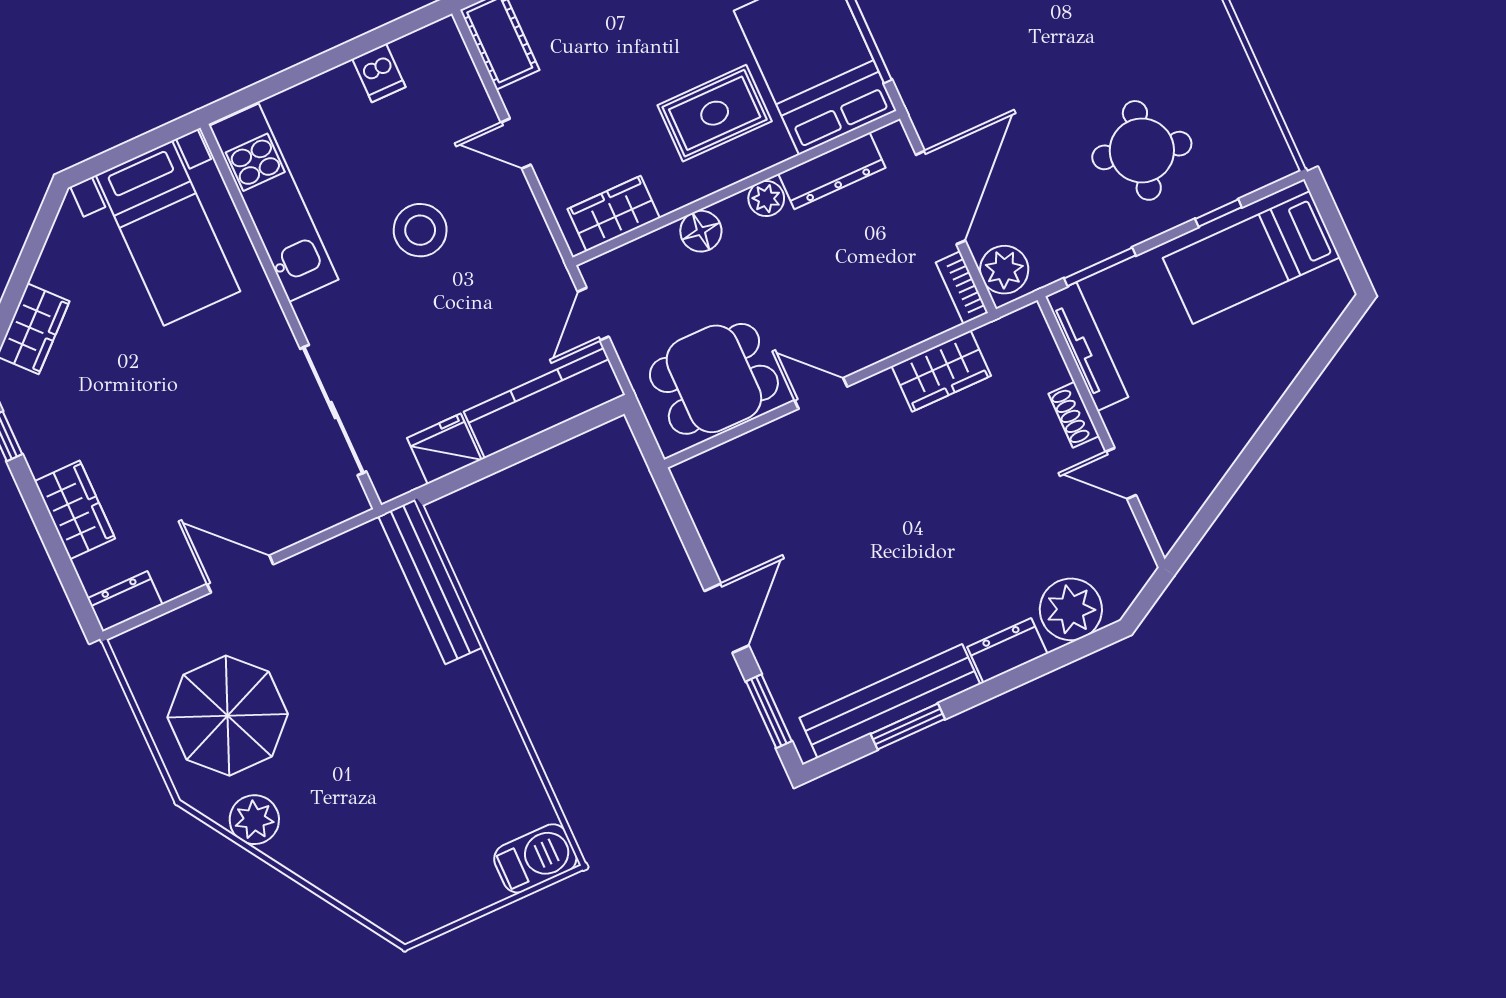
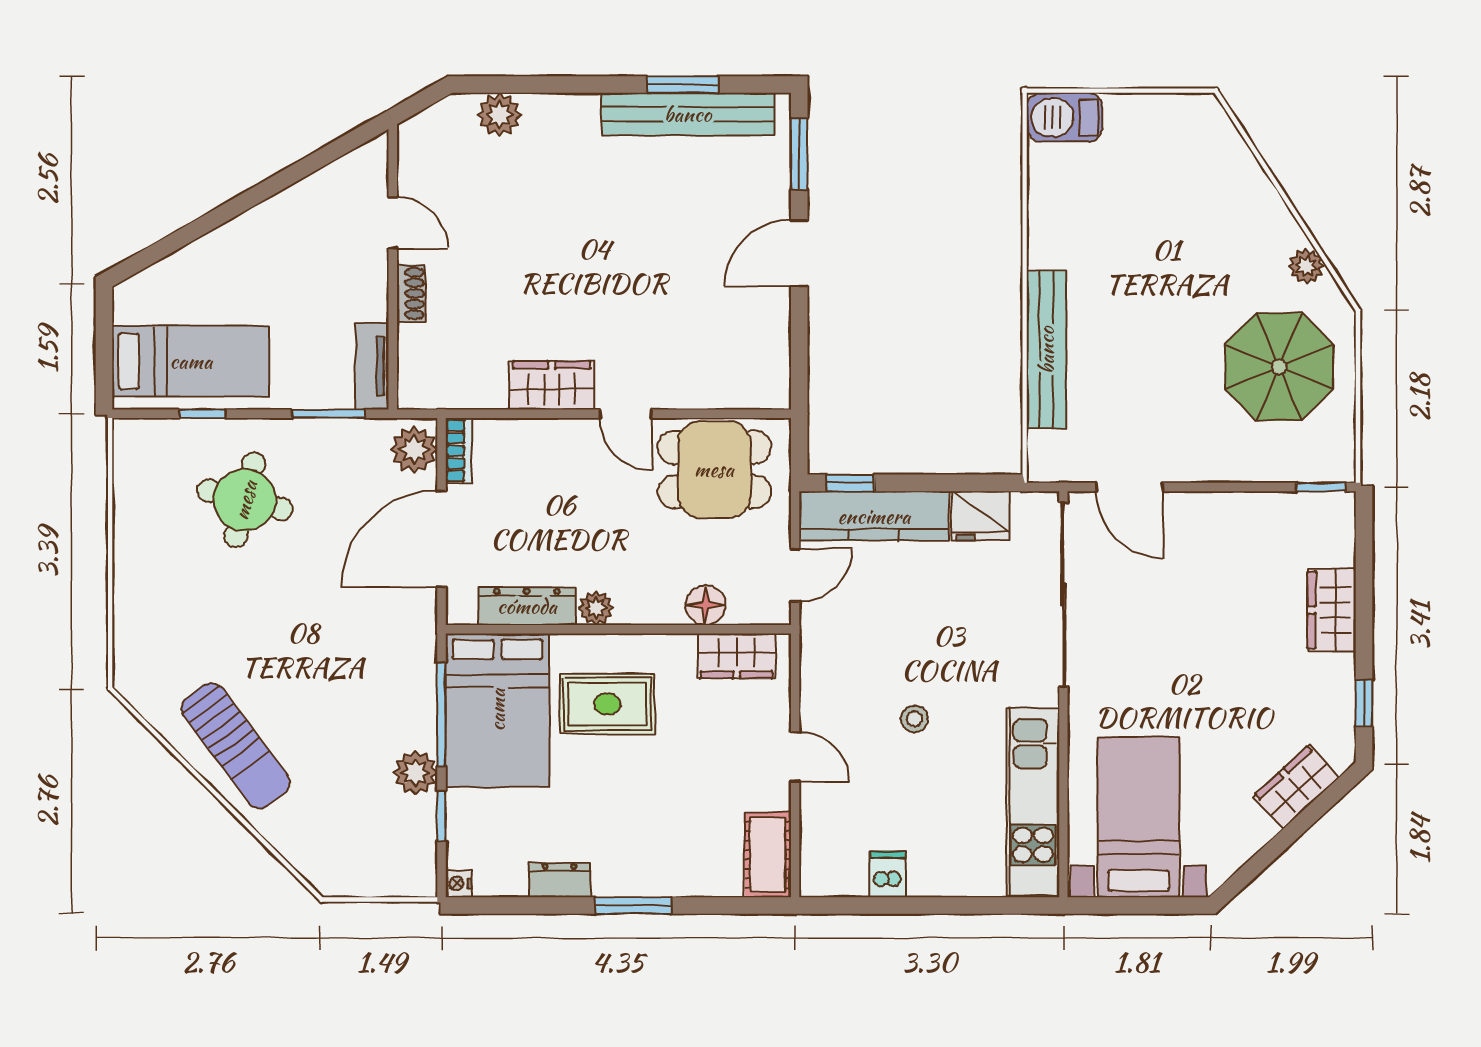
stool: (420, 230) -> (914, 719), width x0.53, depth x0.53
floor lamp: (701, 231) -> (706, 605), moved
tv unit: (1087, 347) -> (372, 366), width x0.71
wardrobe: (941, 371) -> (552, 385), moved
sliding door: (333, 410) -> (1063, 595), width x1.36
window: (581, 424) -> (850, 483), added
door: (240, 574) -> (1129, 487), moved
bench: (430, 582) -> (1046, 350), moved
dresser: (125, 601) -> (1324, 509), removed
plant: (1071, 609) -> (499, 115), width x0.73, depth x0.73
window: (137, 621) -> (1321, 487), added
dresser: (1007, 650) -> (564, 112), removed
plant: (254, 820) -> (1306, 266), width x0.73, depth x0.73

